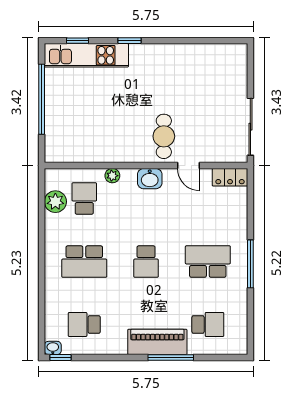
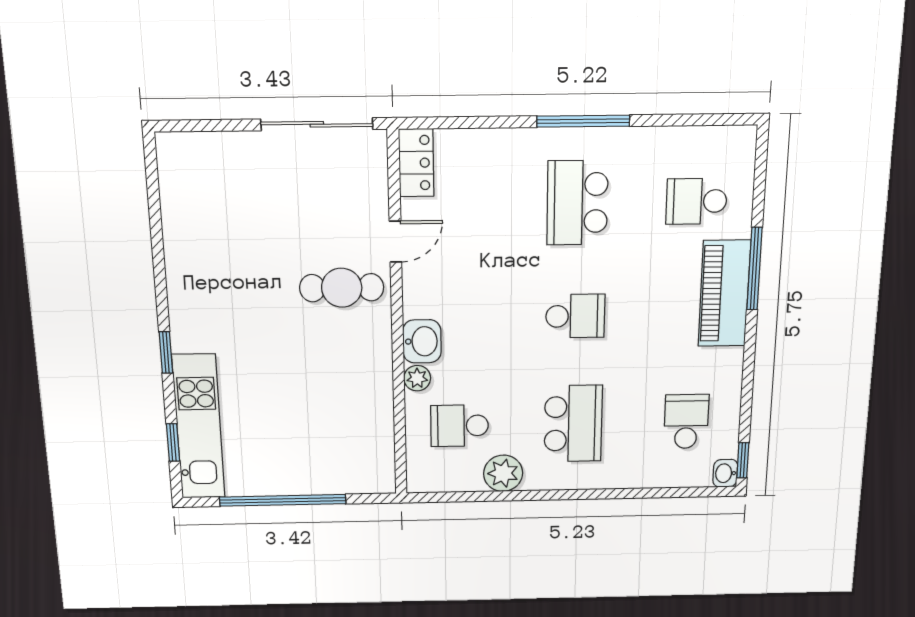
washbasin: (150, 179) -> (422, 341), moved
plant: (55, 202) -> (503, 473), moved
school desk: (84, 324) -> (686, 422), turned 180
school desk: (208, 324) -> (696, 201), turned -90

